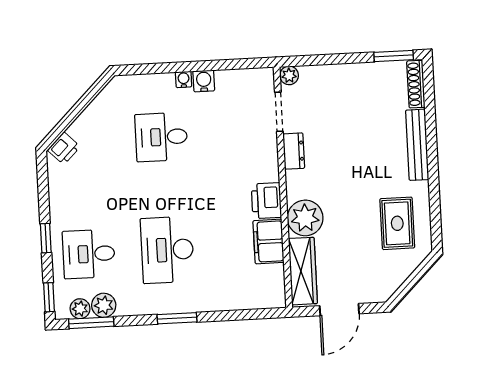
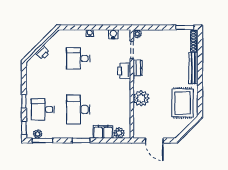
water cooler: (204, 81) -> (113, 34), moved
printer: (64, 148) -> (43, 53), moved
printer: (266, 201) -> (124, 71), moved
rug: (397, 223) -> (183, 103), width x1.36, depth x1.43
filing cabinet: (268, 241) -> (103, 132), moved, turned 90
wardrobe: (303, 271) -> (139, 122), removed
plant: (104, 305) -> (119, 133), moved
door: (339, 310) -> (154, 140), hinge flipped

